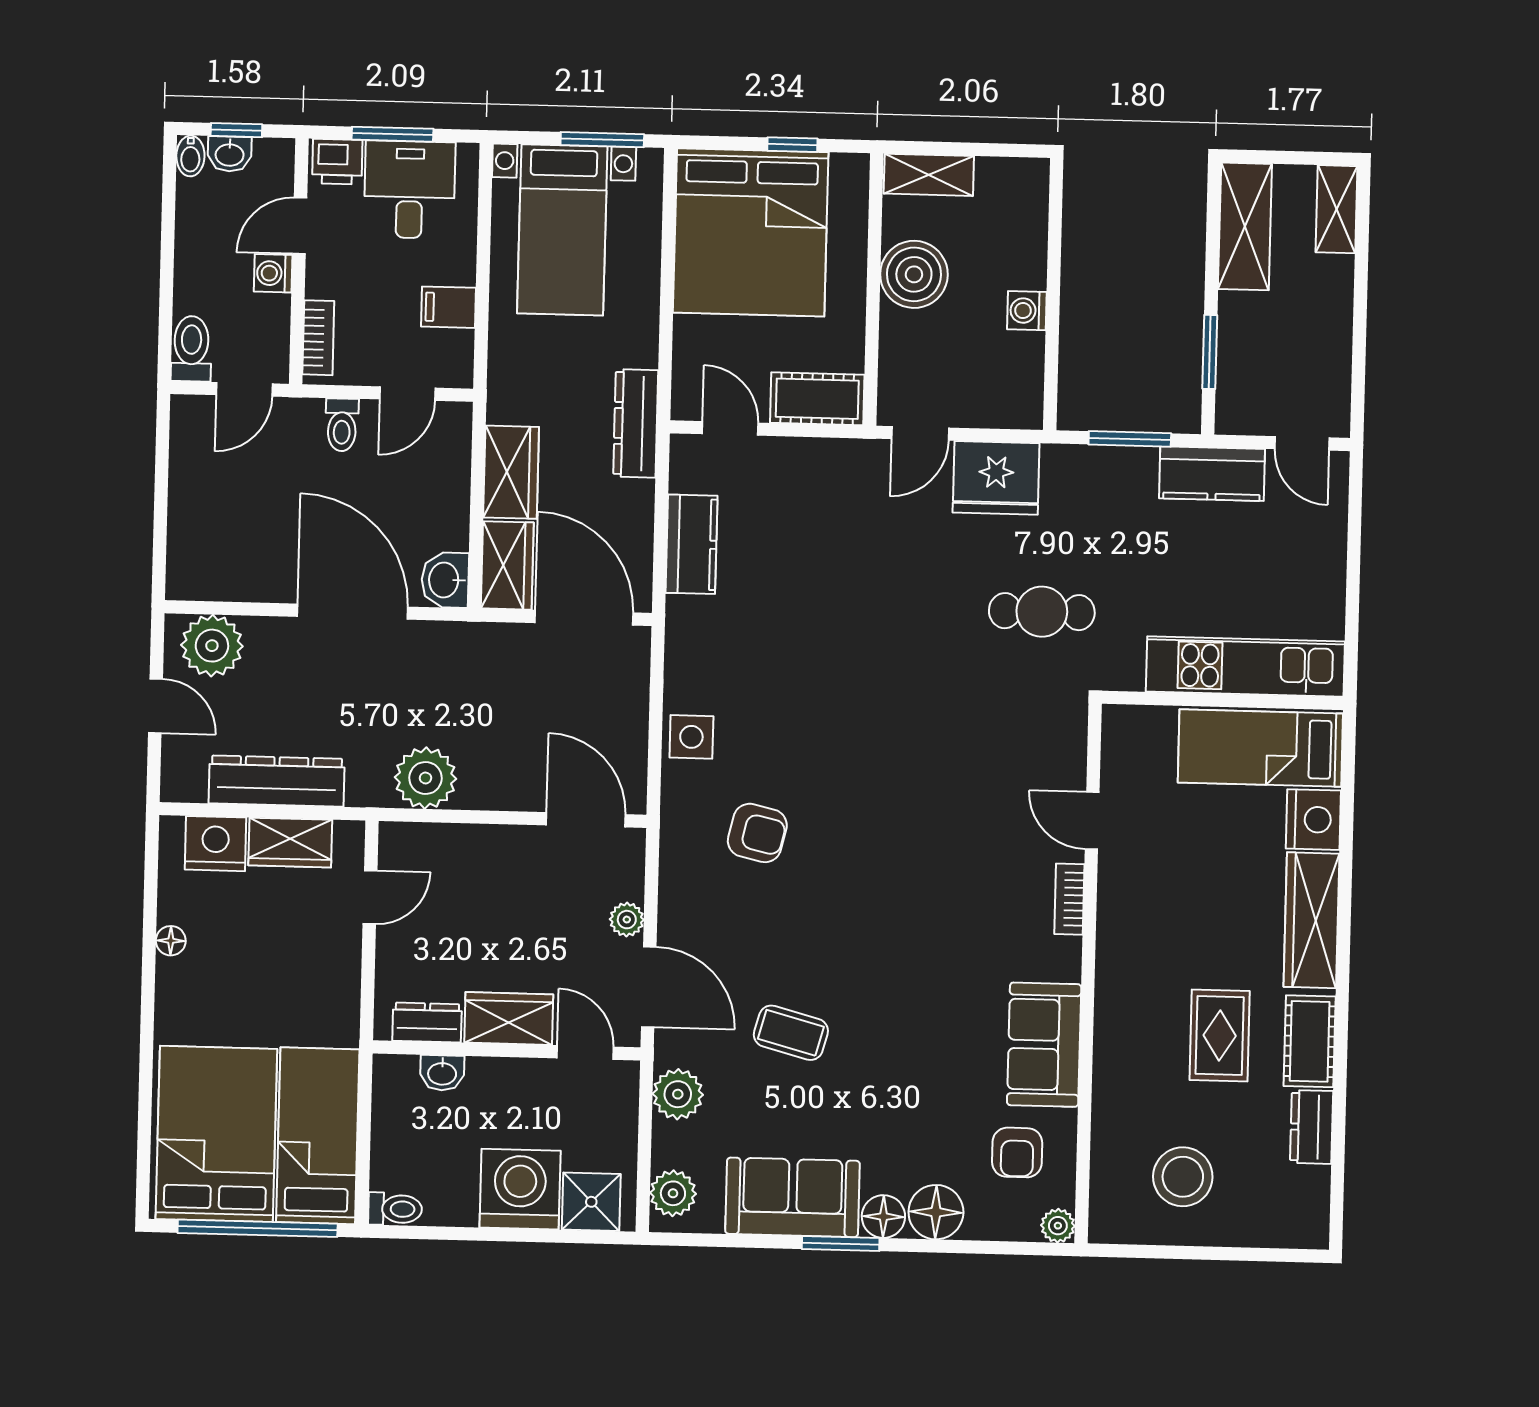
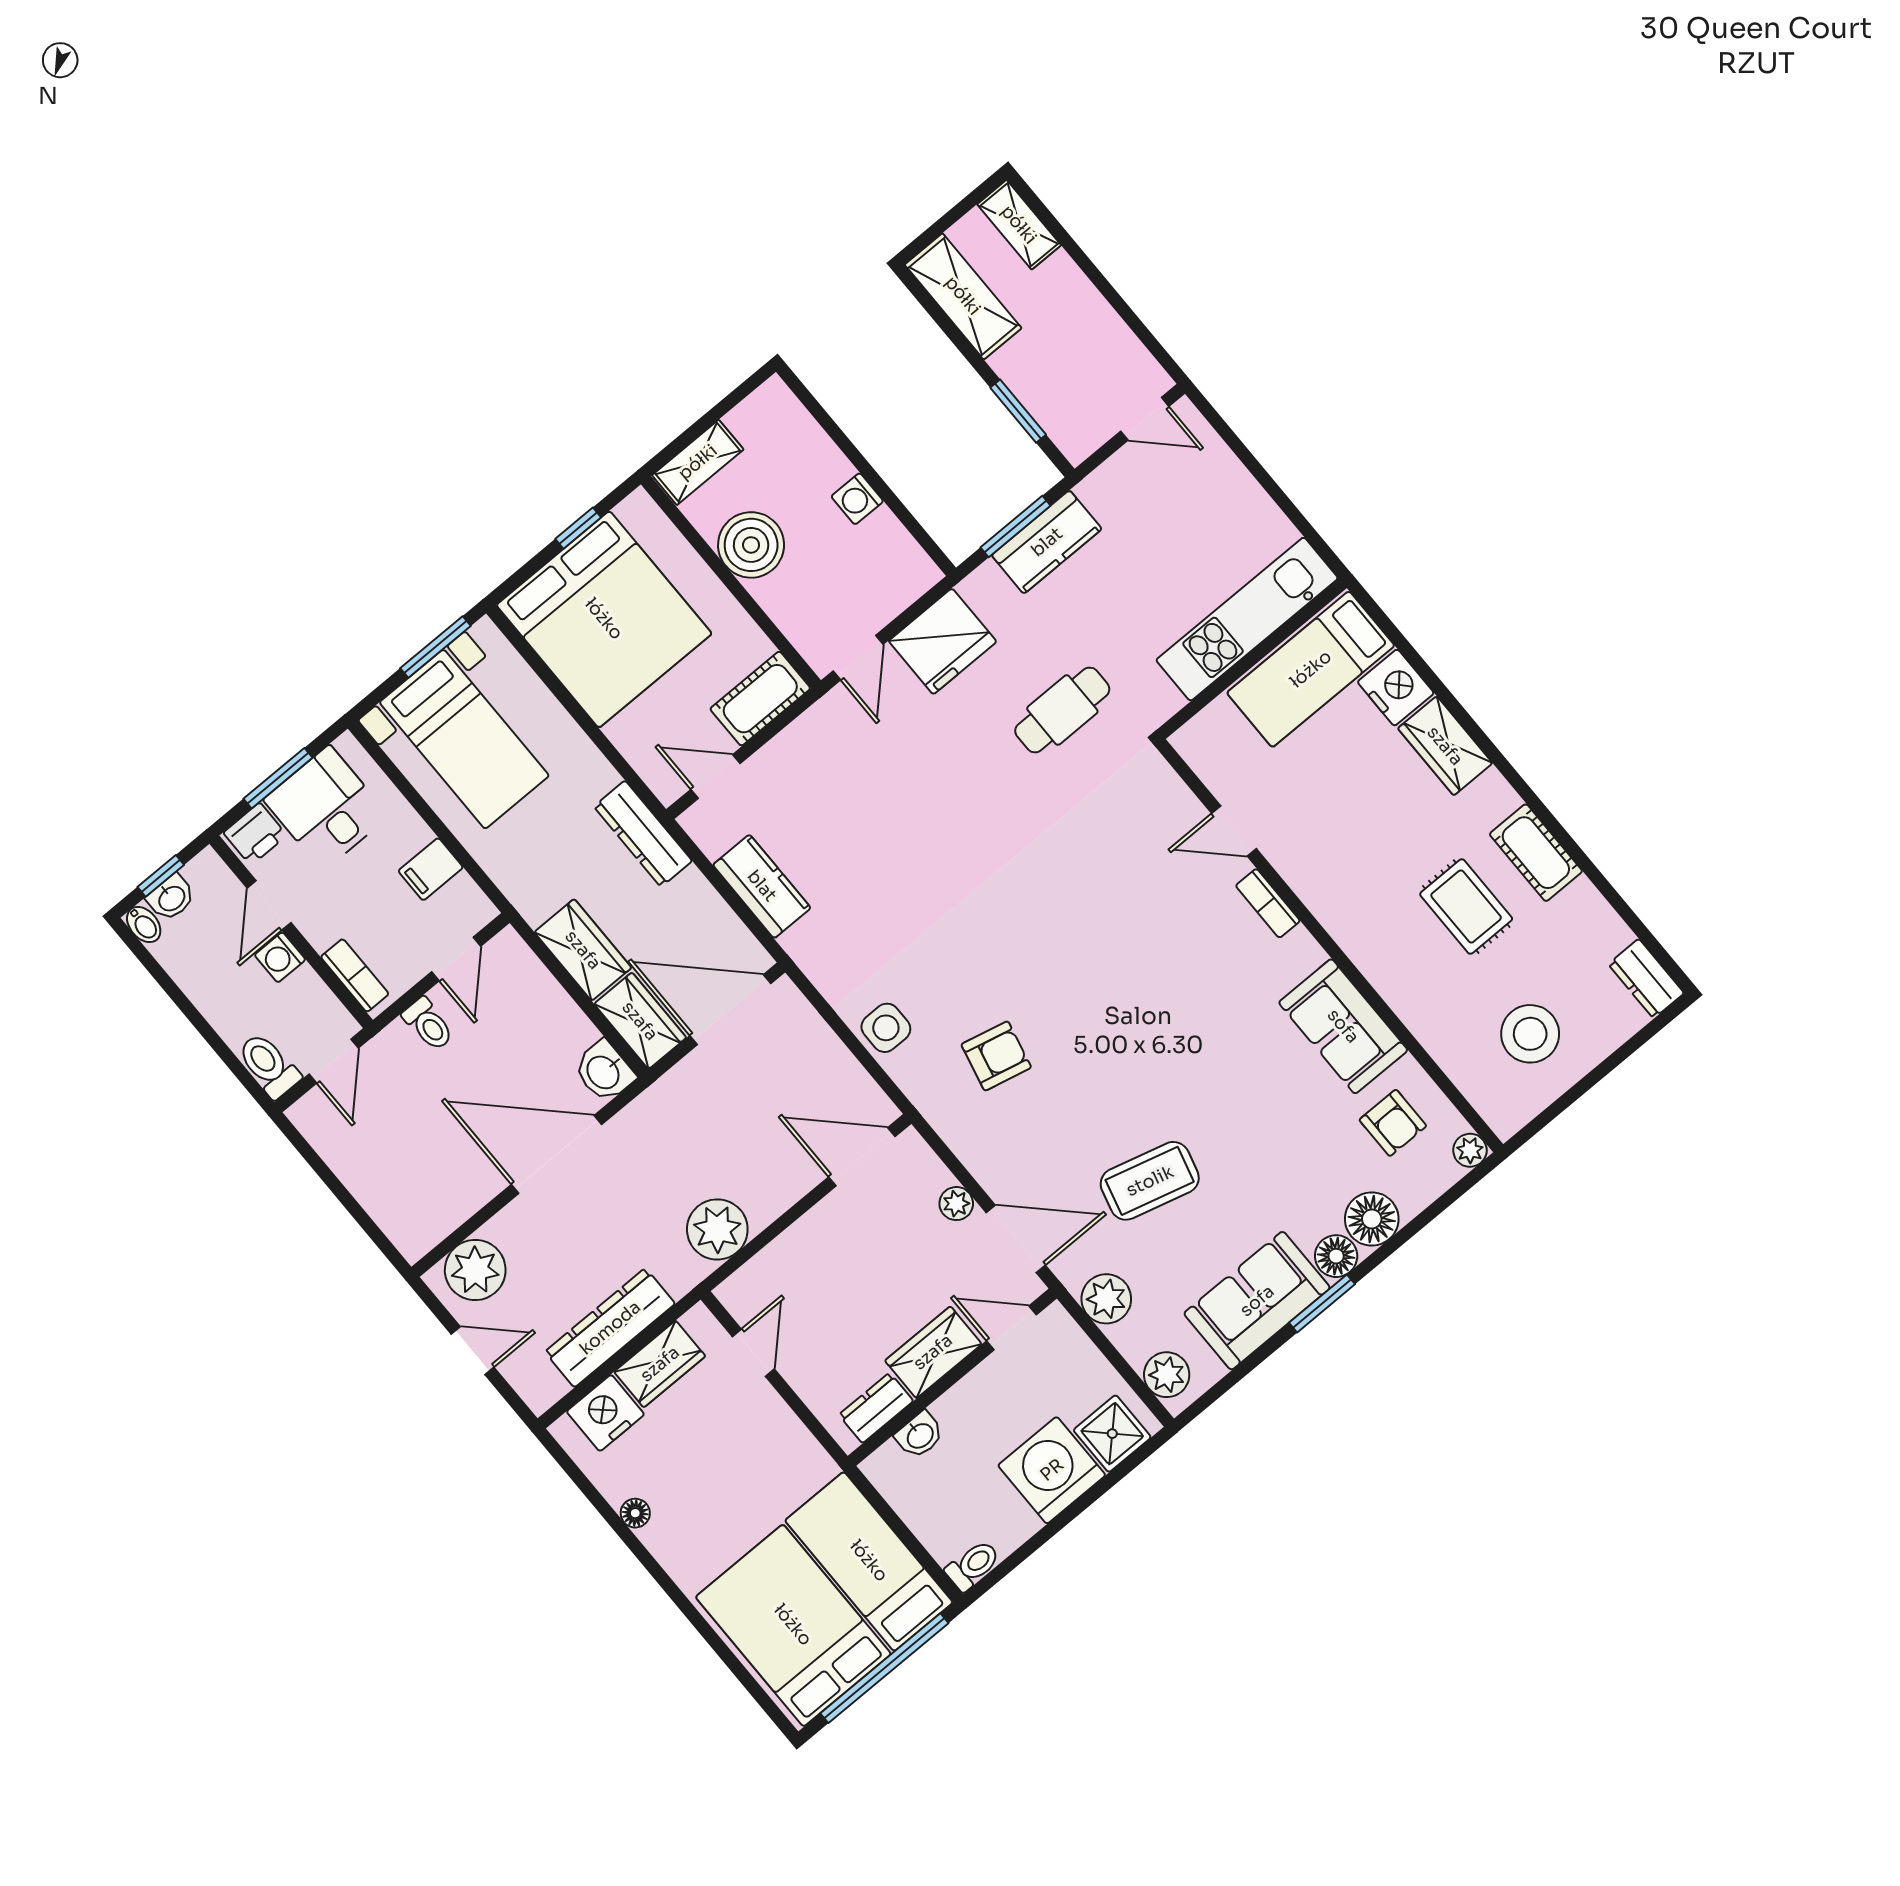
kitchen counter: (1212, 474) -> (1047, 542), moved
wardrobe: (1312, 920) -> (1445, 746), width x0.67
coffee table: (791, 1033) -> (1150, 1181), width x1.36, depth x1.30
dresser: (1312, 1127) -> (1646, 979), moved

